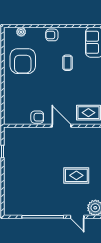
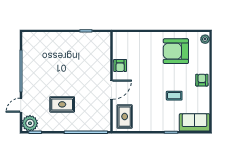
plant: (21, 32) -> (205, 39), moved
rug: (76, 175) -> (62, 104), turned 90

